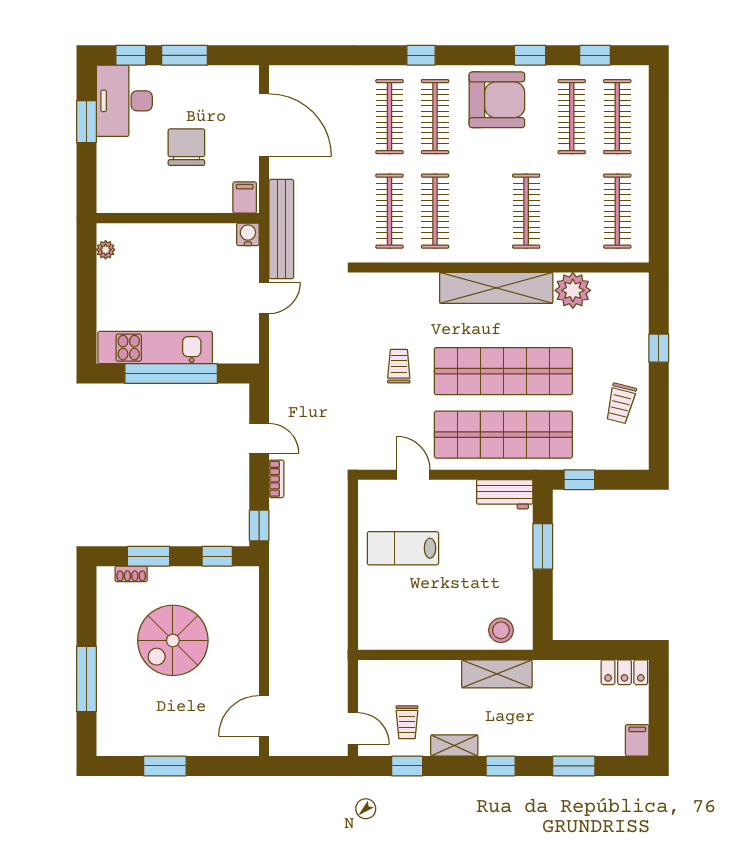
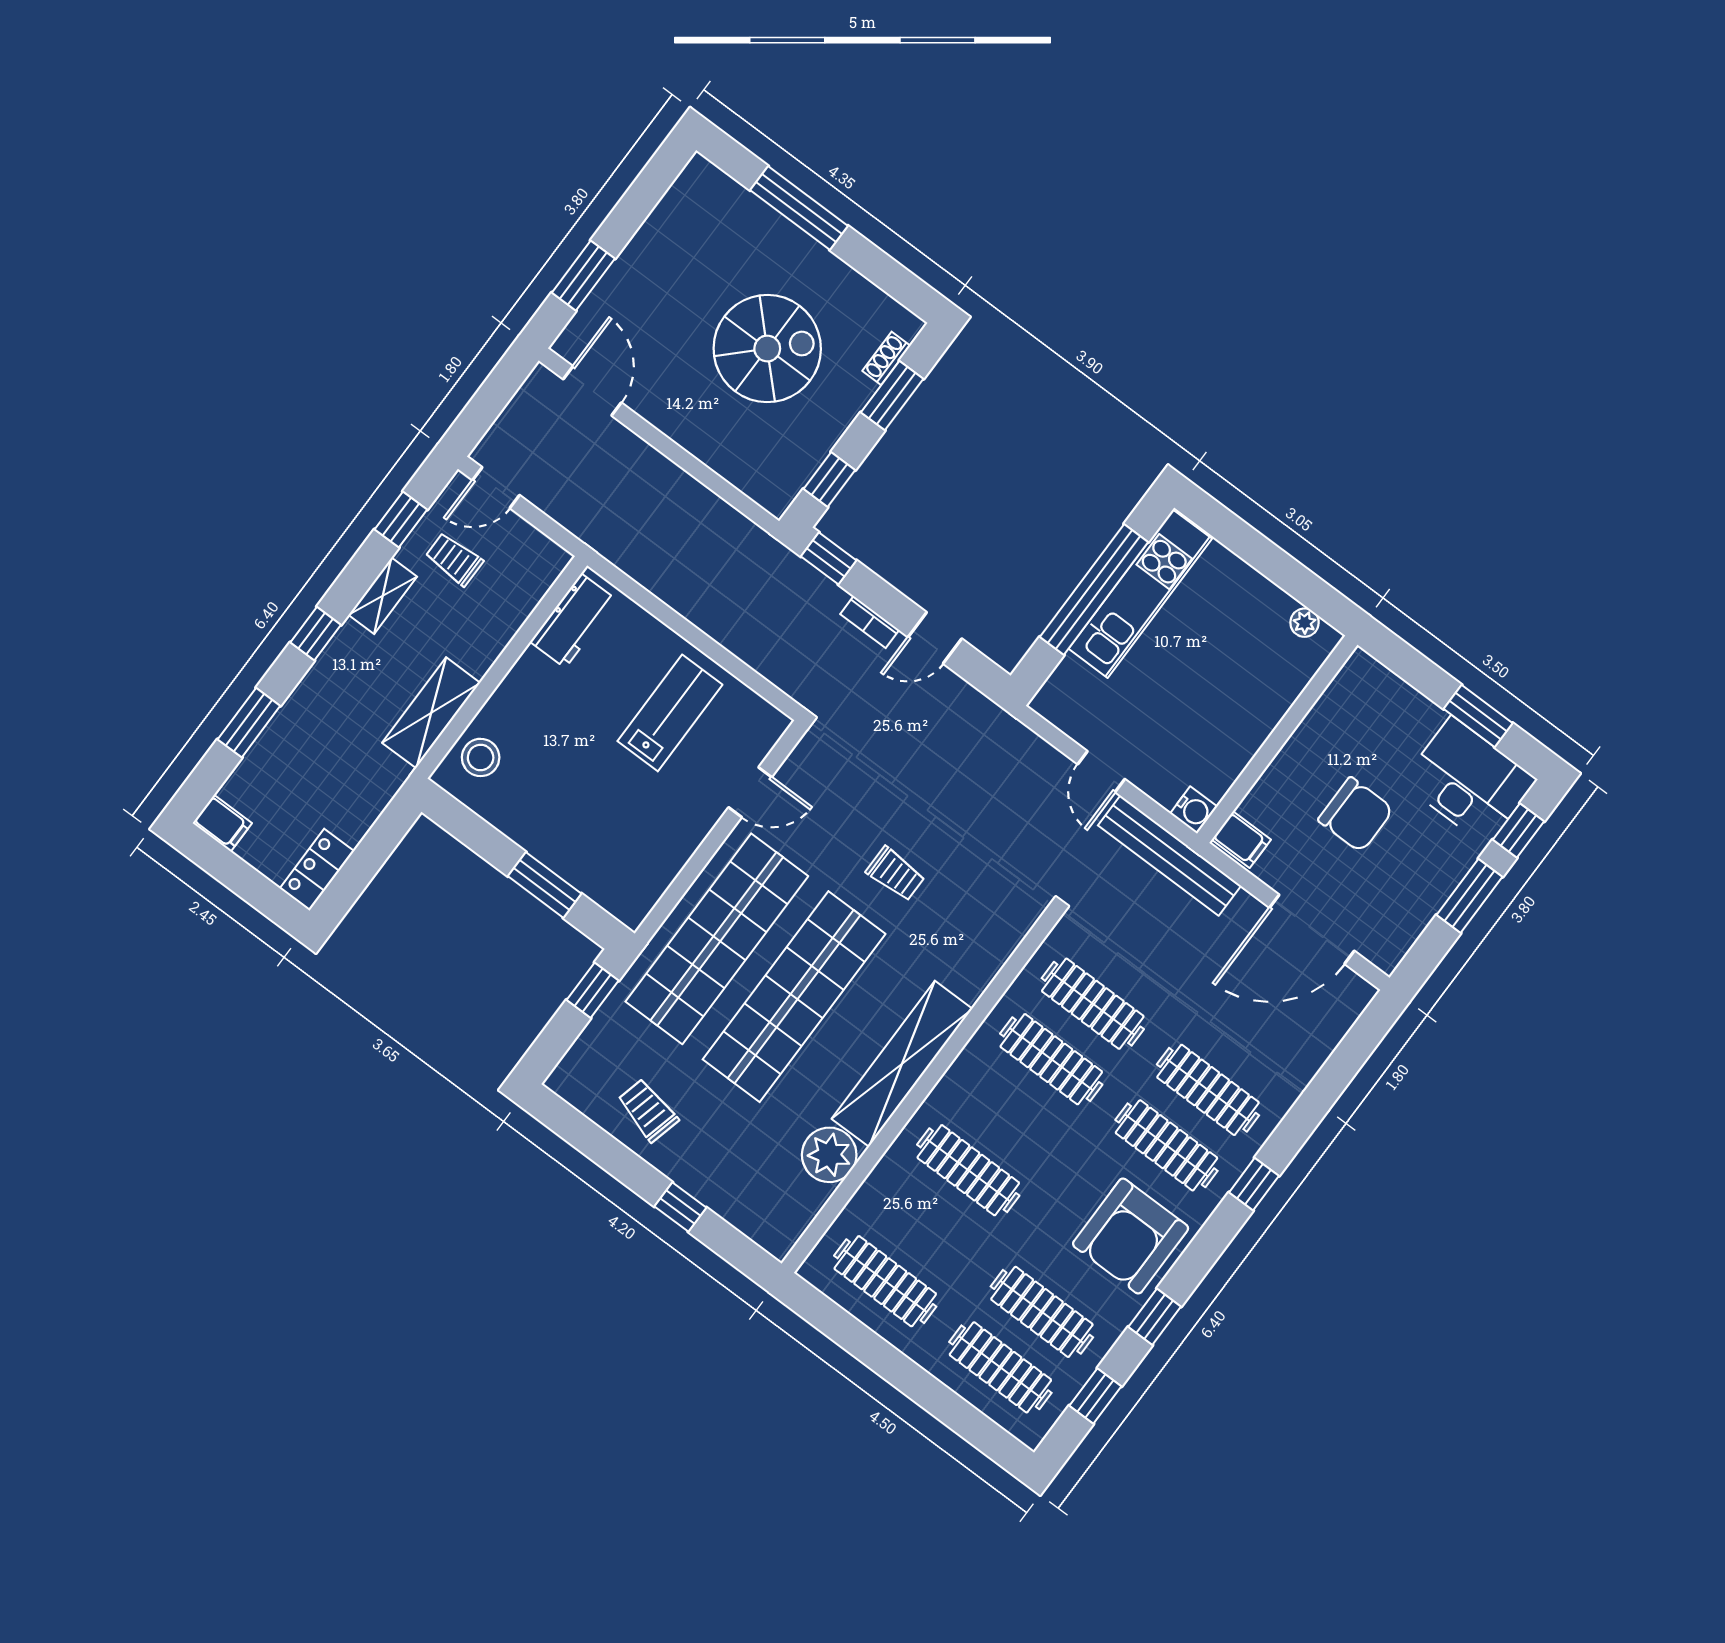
workbench: (505, 494) -> (573, 621), moved, turned 180
spiral stairs: (173, 640) -> (767, 349), turned 90
window: (165, 766) -> (583, 276), moved

